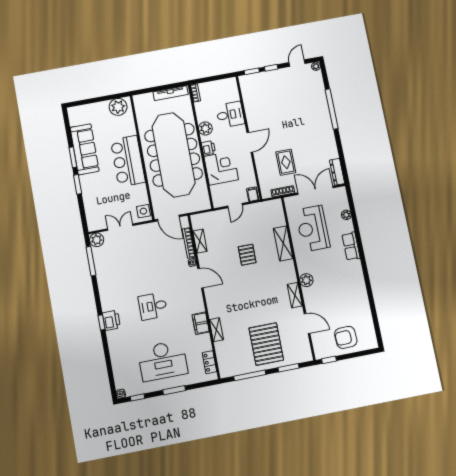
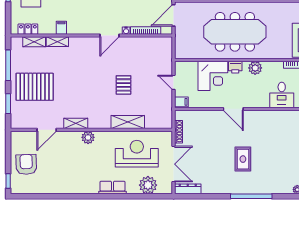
desk: (230, 115) -> (282, 95), moved
meeting table: (174, 155) -> (235, 32), width x0.73, depth x0.79
rug: (286, 162) -> (243, 159), moved, turned 90
plant: (346, 215) -> (148, 185), width x1.88, depth x1.88
shelving: (200, 241) -> (34, 42), moved
pallet: (247, 255) -> (123, 85), turned 90
filing cabinet: (201, 323) -> (61, 28), width x0.50
window: (329, 360) -> (8, 181), moved

